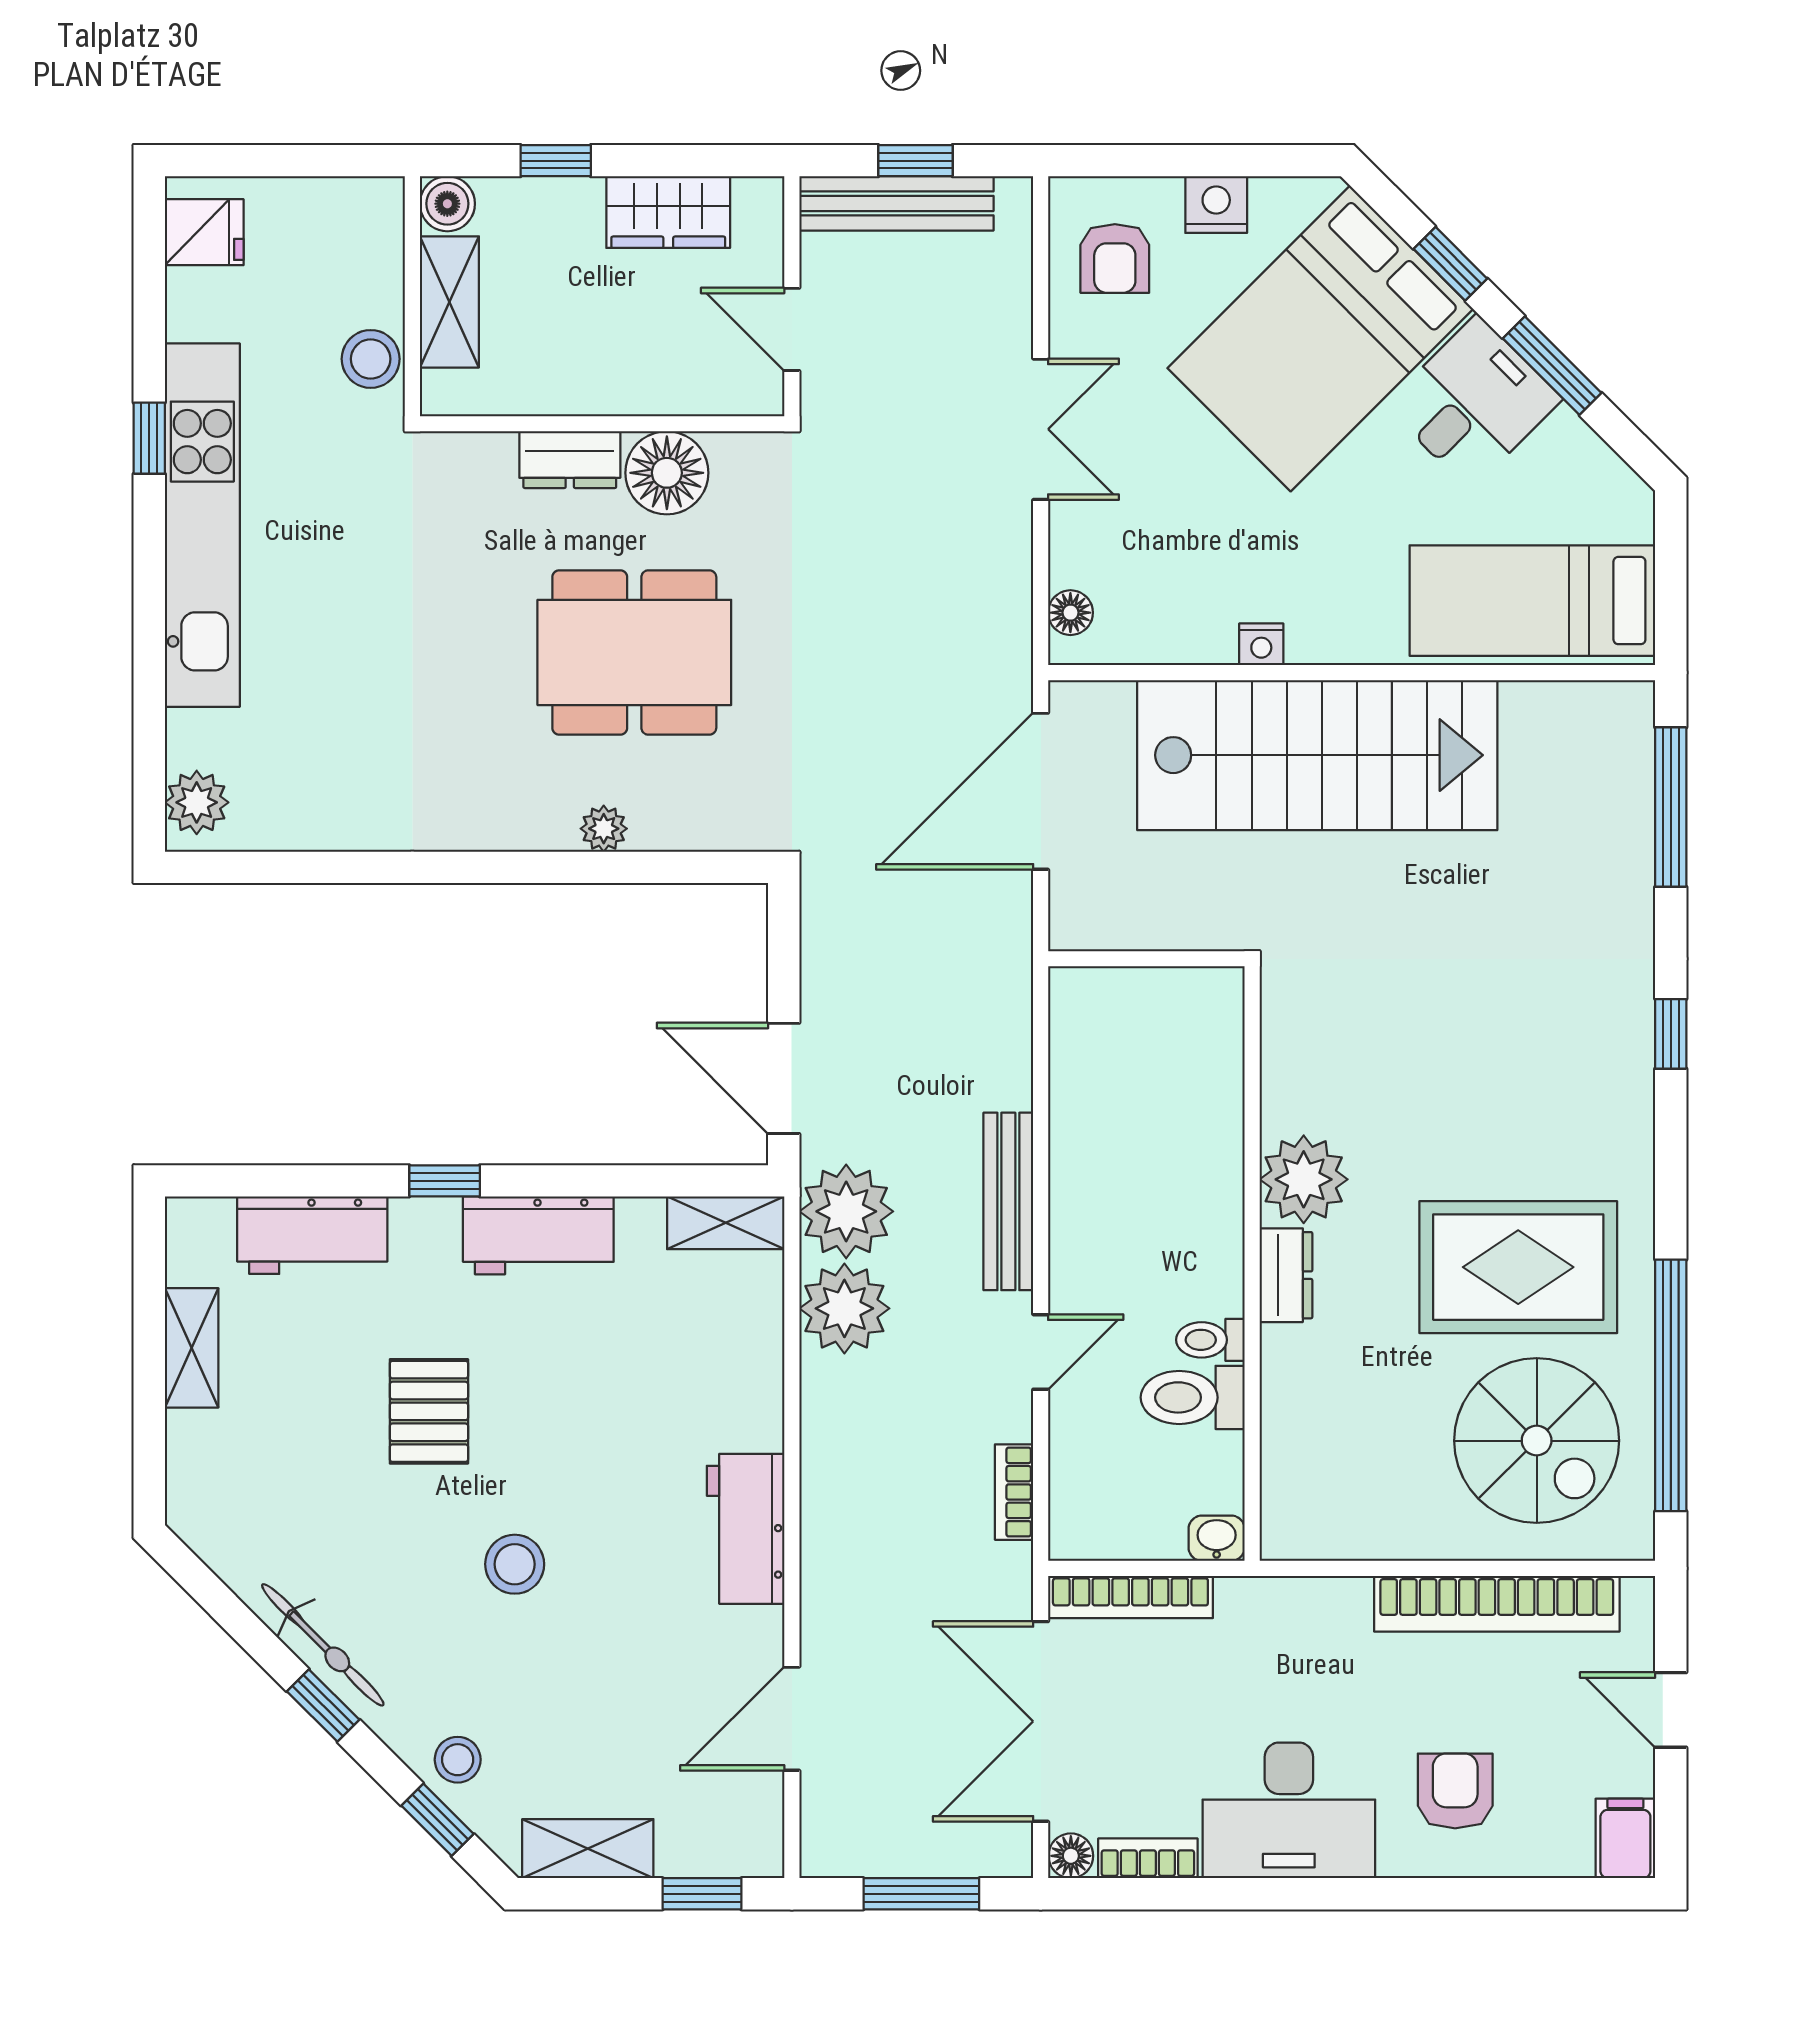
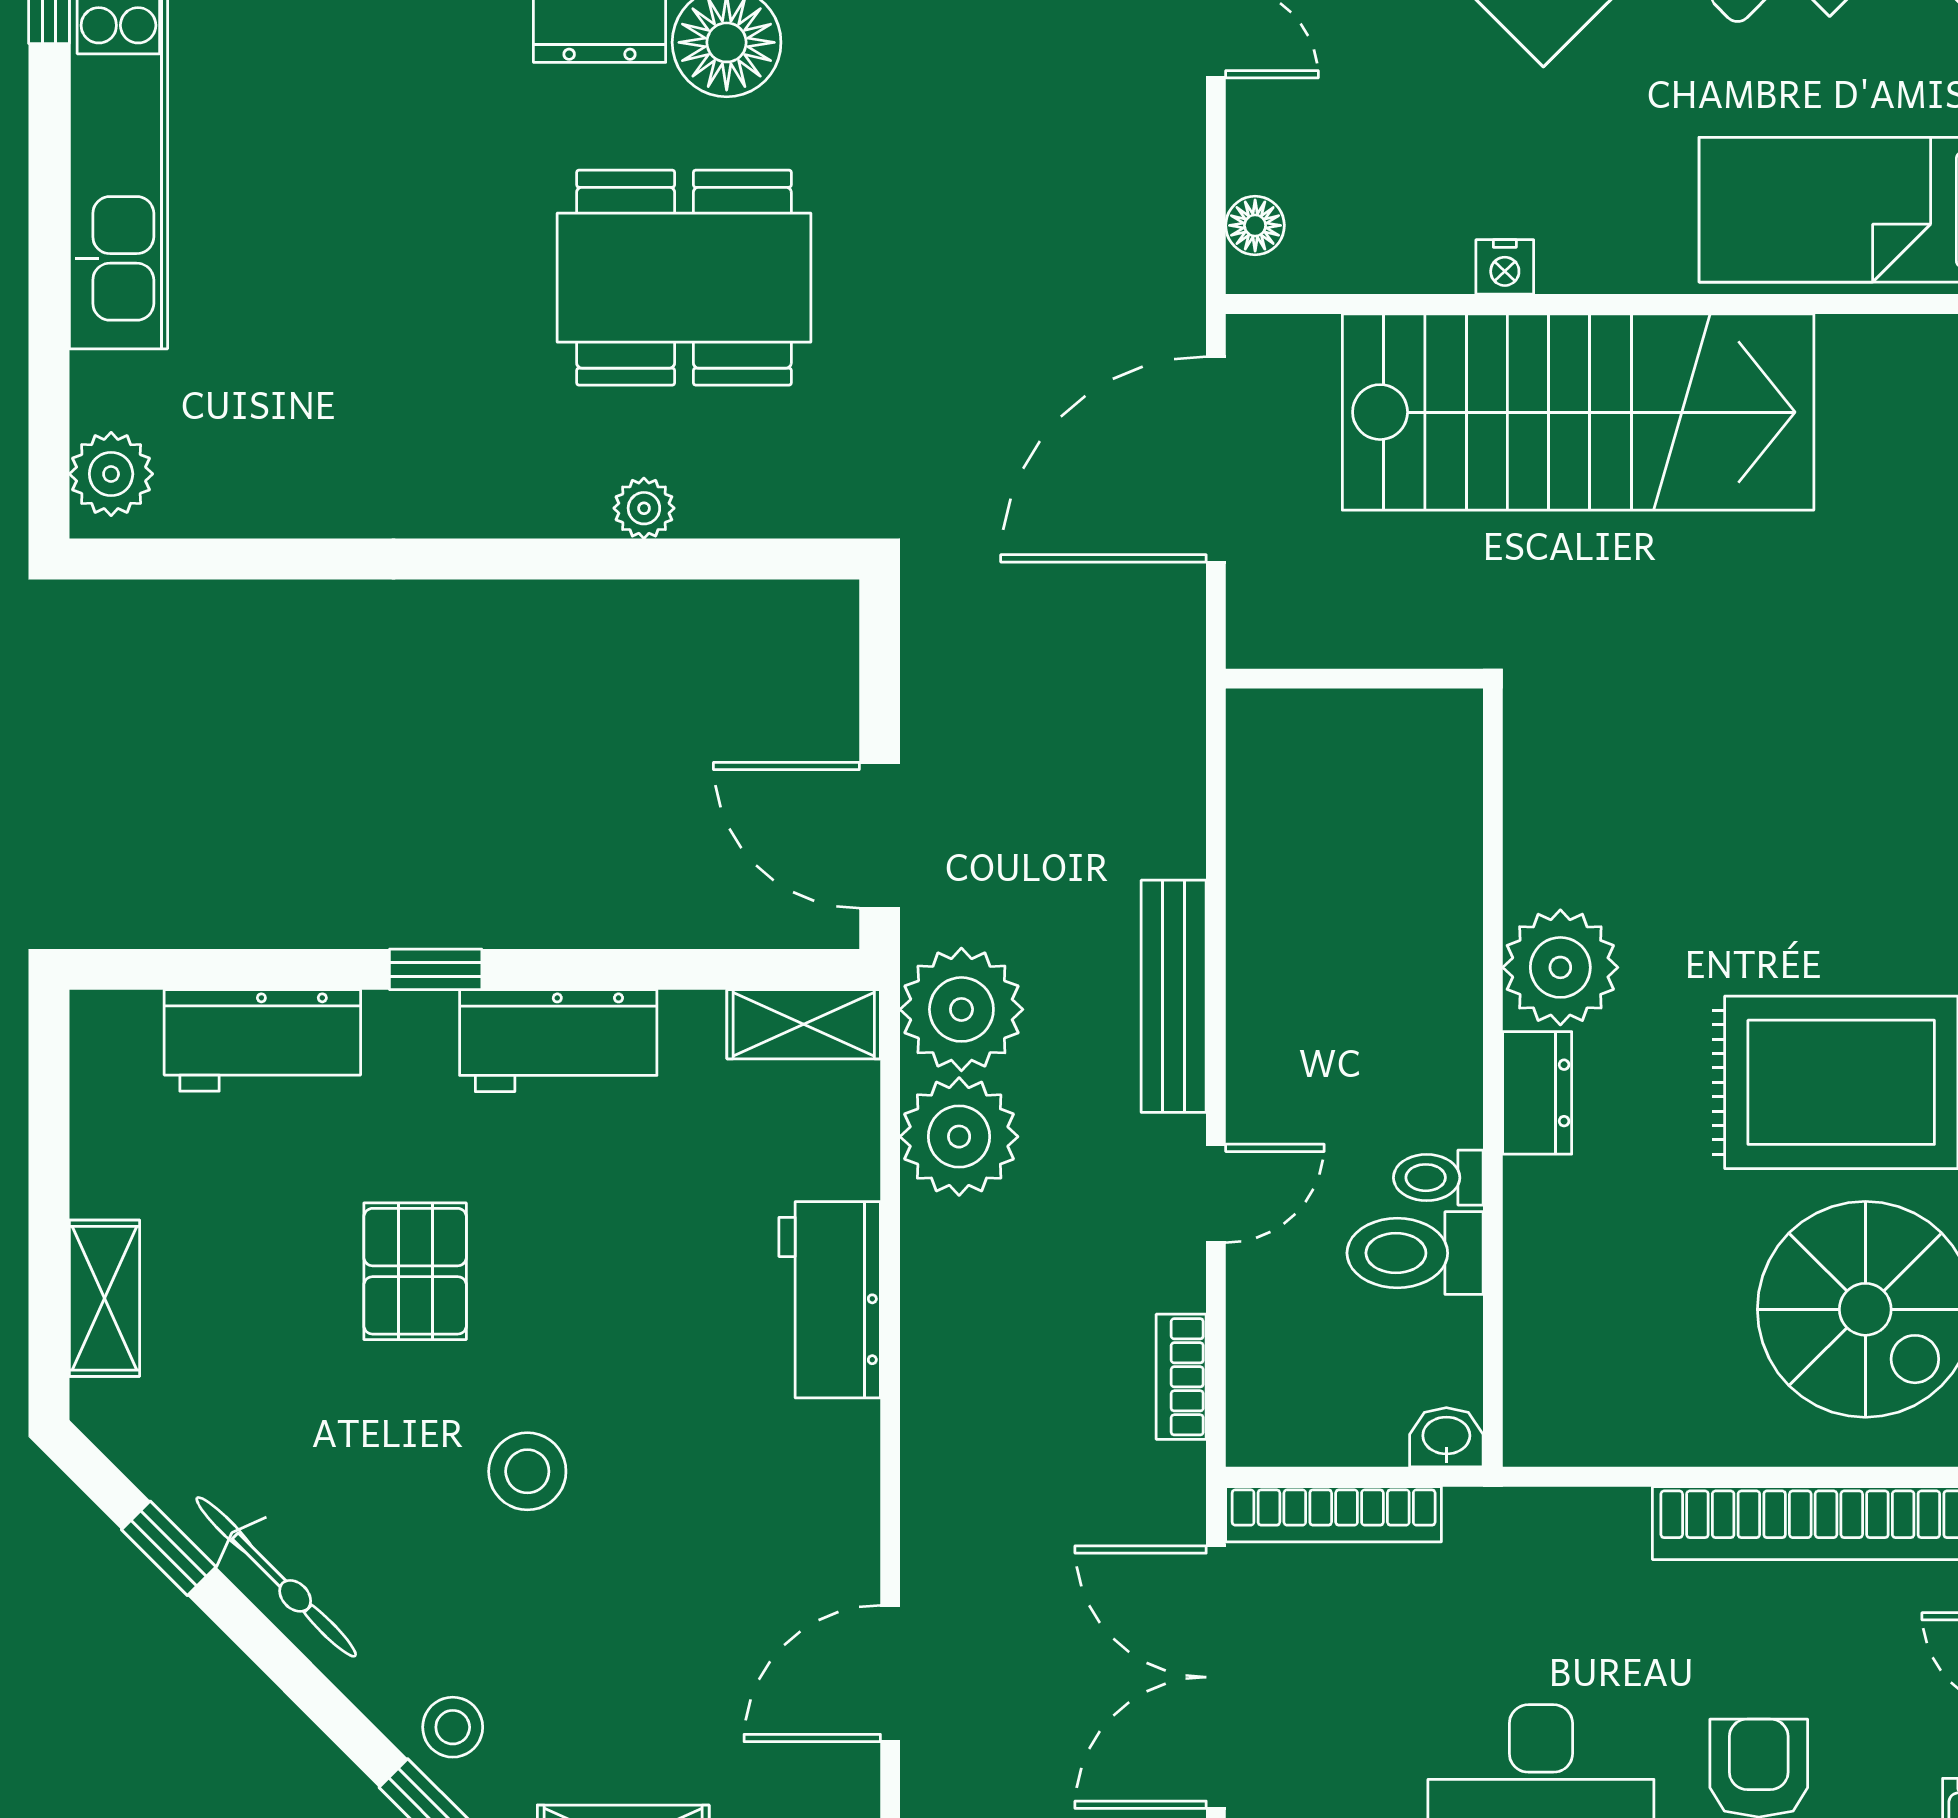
shelving: (192, 1348) -> (104, 1298), moved
workbench: (746, 1529) -> (830, 1300), moved
window: (323, 1706) -> (169, 1548), moved

